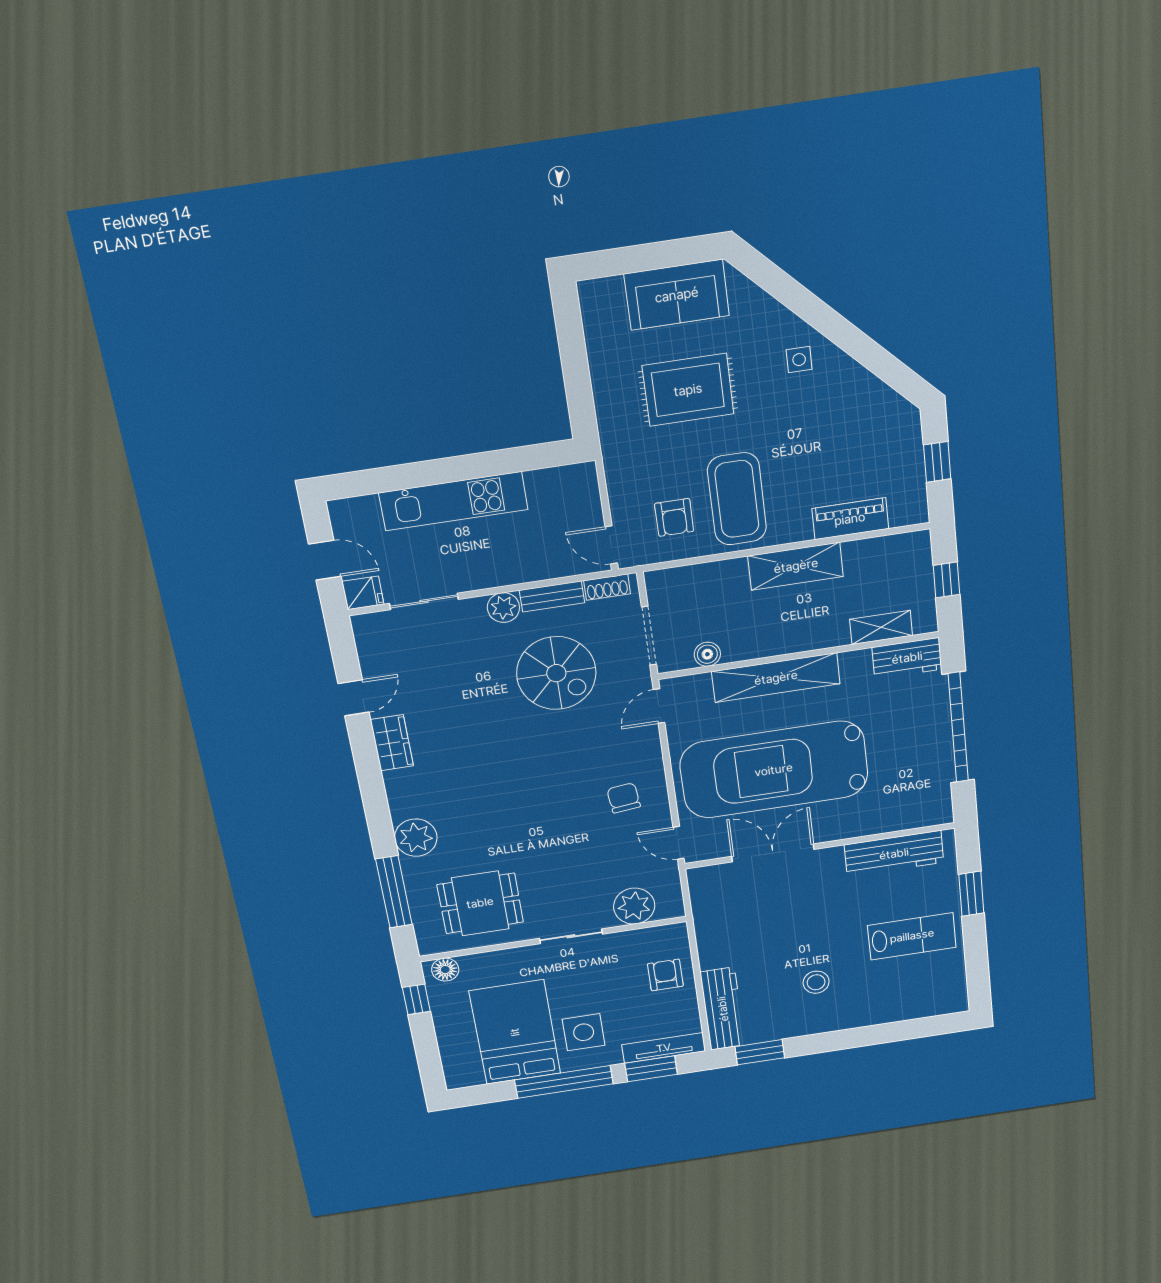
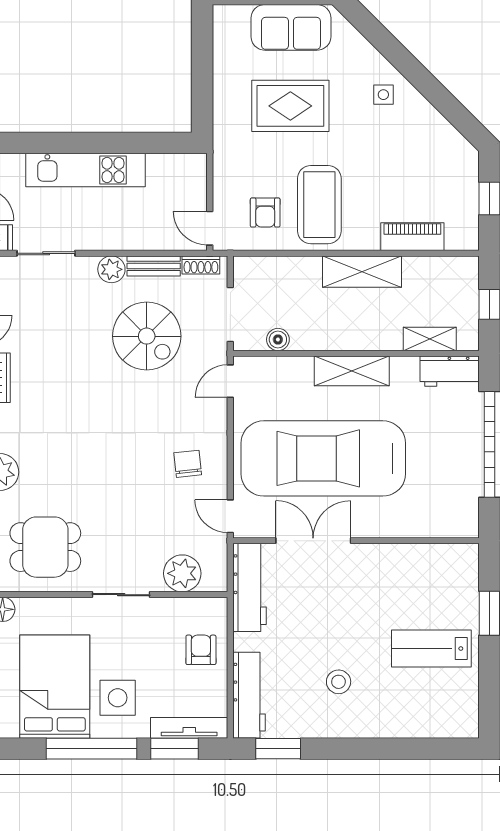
shelving: (776, 678) -> (352, 371), width x0.68
workbench: (894, 854) -> (249, 587), moved, turned -90
lab bench: (912, 936) -> (431, 649), turned 180

